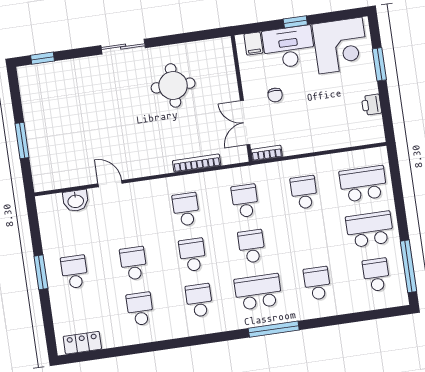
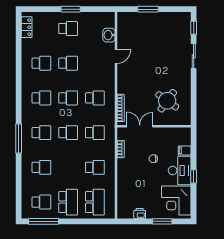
sliding door: (123, 47) -> (194, 56), moved
round table: (173, 85) -> (167, 101), turned 36
wall: (242, 98) -> (154, 126), moved
double door: (245, 123) -> (140, 126), moved
school desk: (258, 292) -> (41, 133), width x0.54

